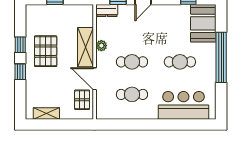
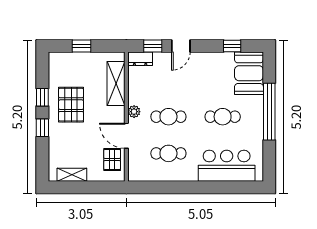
plant: (101, 46) -> (134, 112), moved
shelving: (85, 47) -> (116, 84), moved

